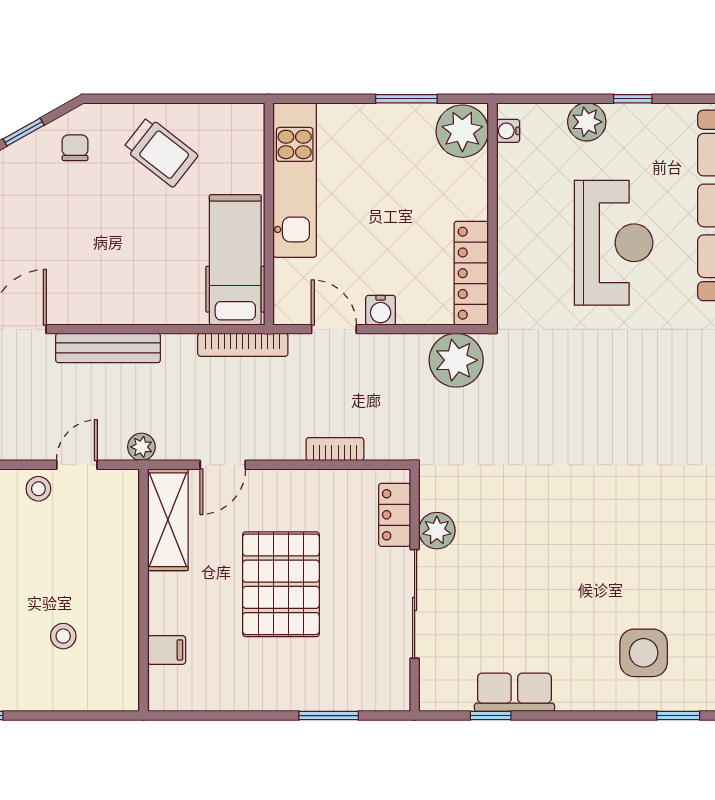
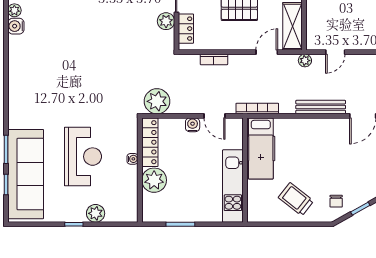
plant: (462, 131) -> (154, 180), moved
water cooler: (508, 131) -> (133, 159), moved
reception desk: (614, 243) -> (83, 157), turned 180
stool: (38, 489) -> (353, 41), removed

